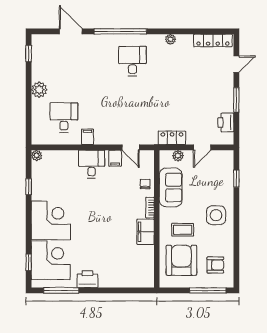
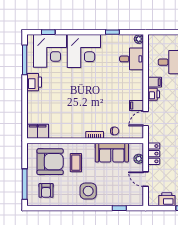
printer: (102, 138) -> (154, 94), added
desk: (92, 164) -> (132, 59), moved
filing cabinet: (146, 232) -> (38, 131), moved

